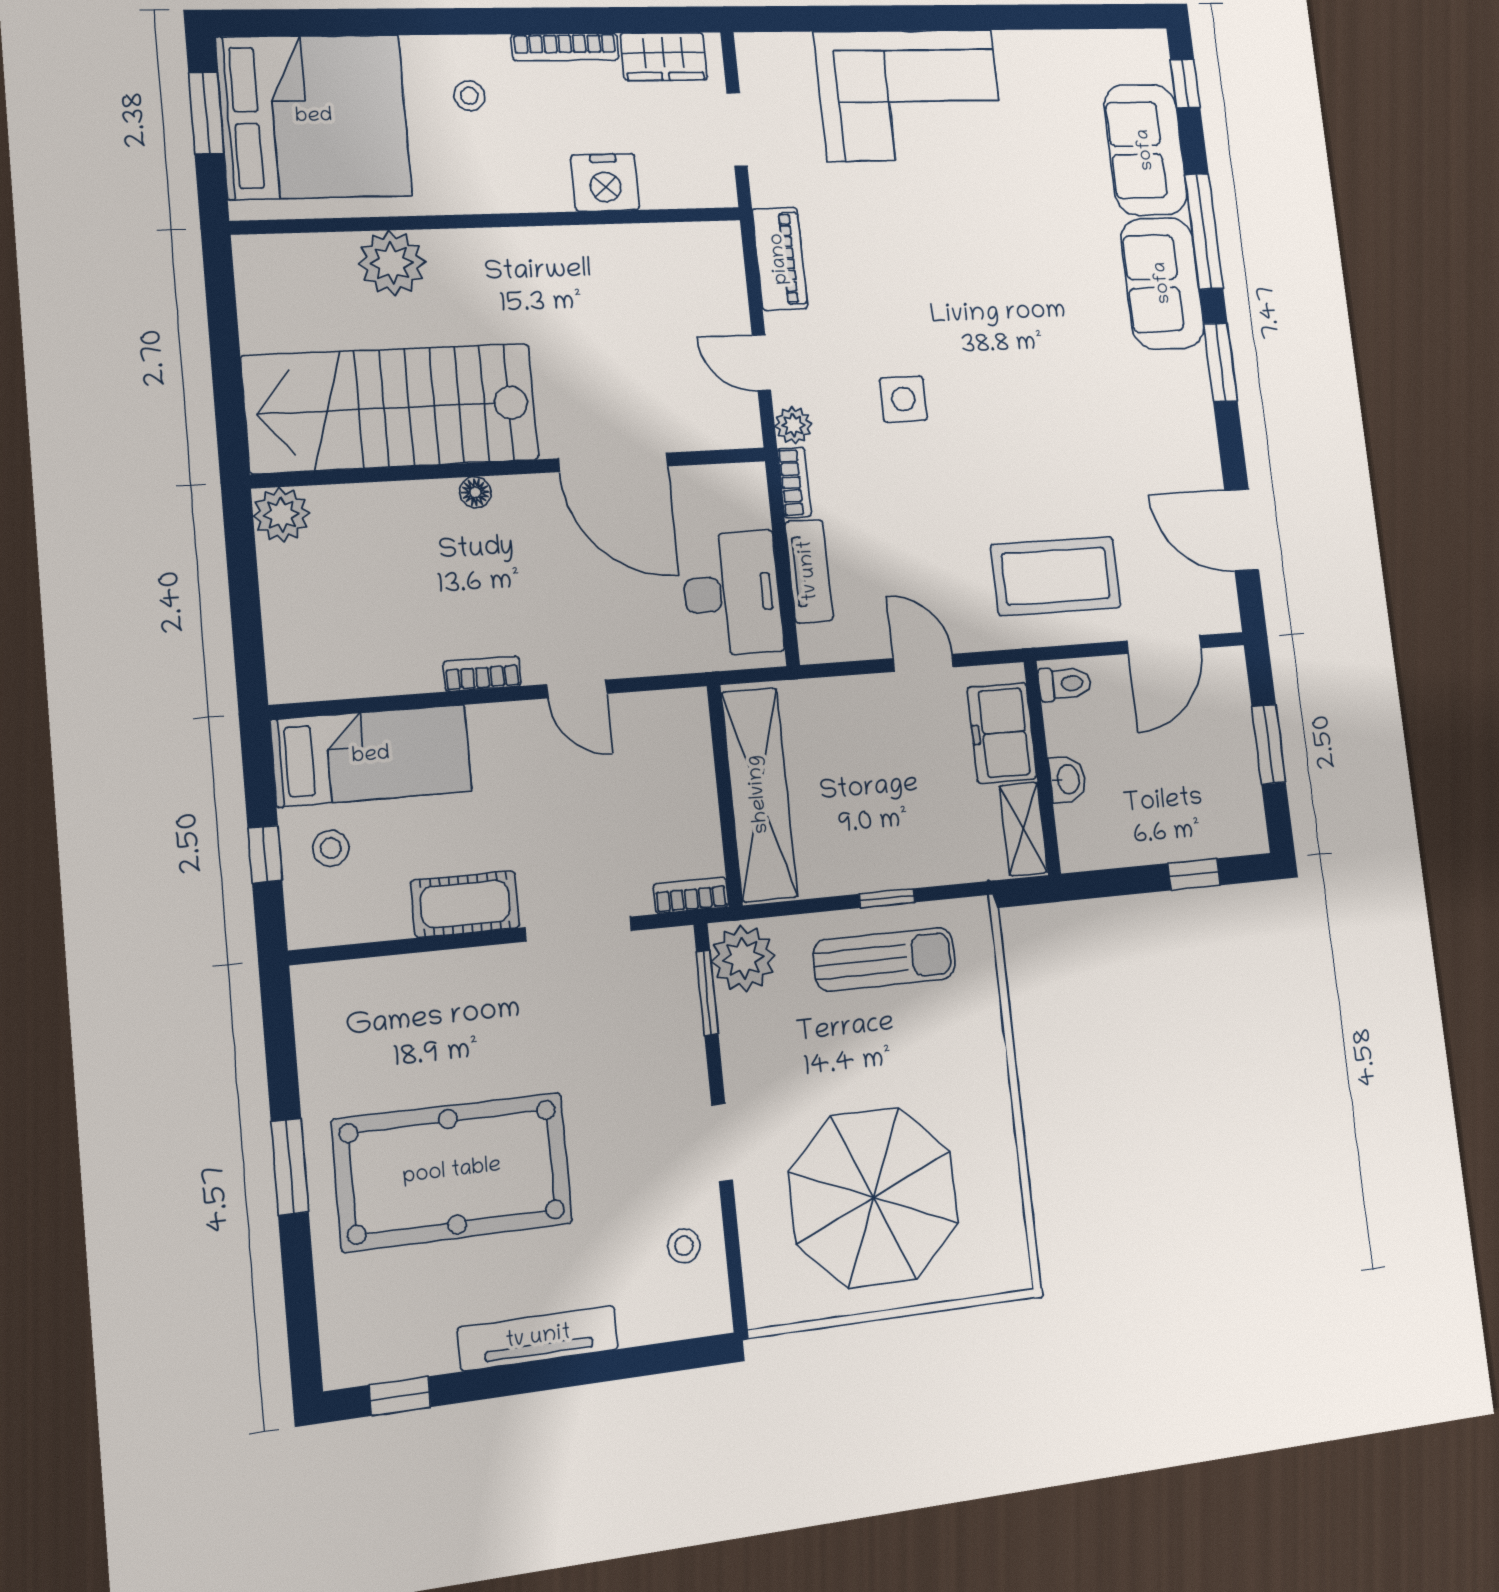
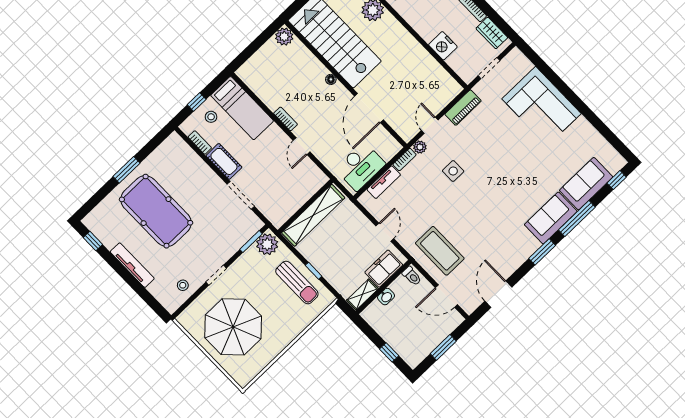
bookcase: (691, 895) -> (200, 142), moved

